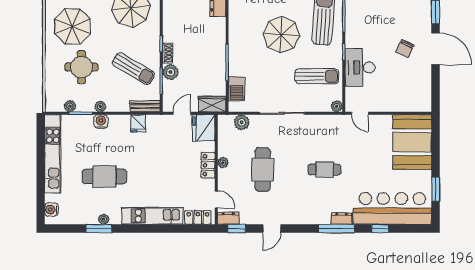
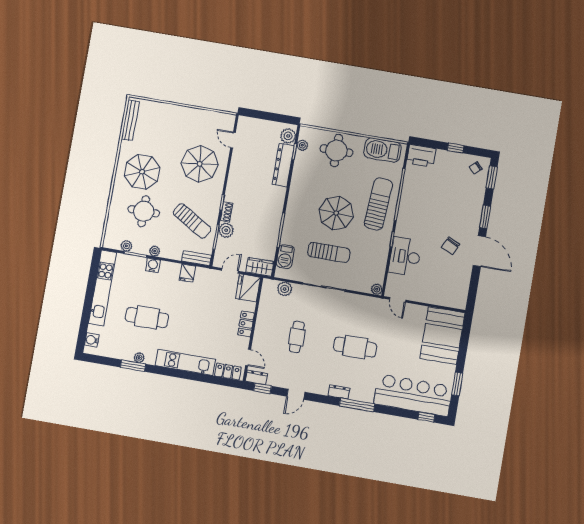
sun lounger: (317, 76) -> (329, 252), moved
plant: (223, 163) -> (260, 324), removed
cafe table: (263, 170) -> (297, 337), width x0.73, depth x0.74
cafe table: (324, 170) -> (355, 347), width x1.37, depth x1.35
dresser: (341, 218) -> (339, 392), moved
window: (380, 229) -> (426, 417), moved

